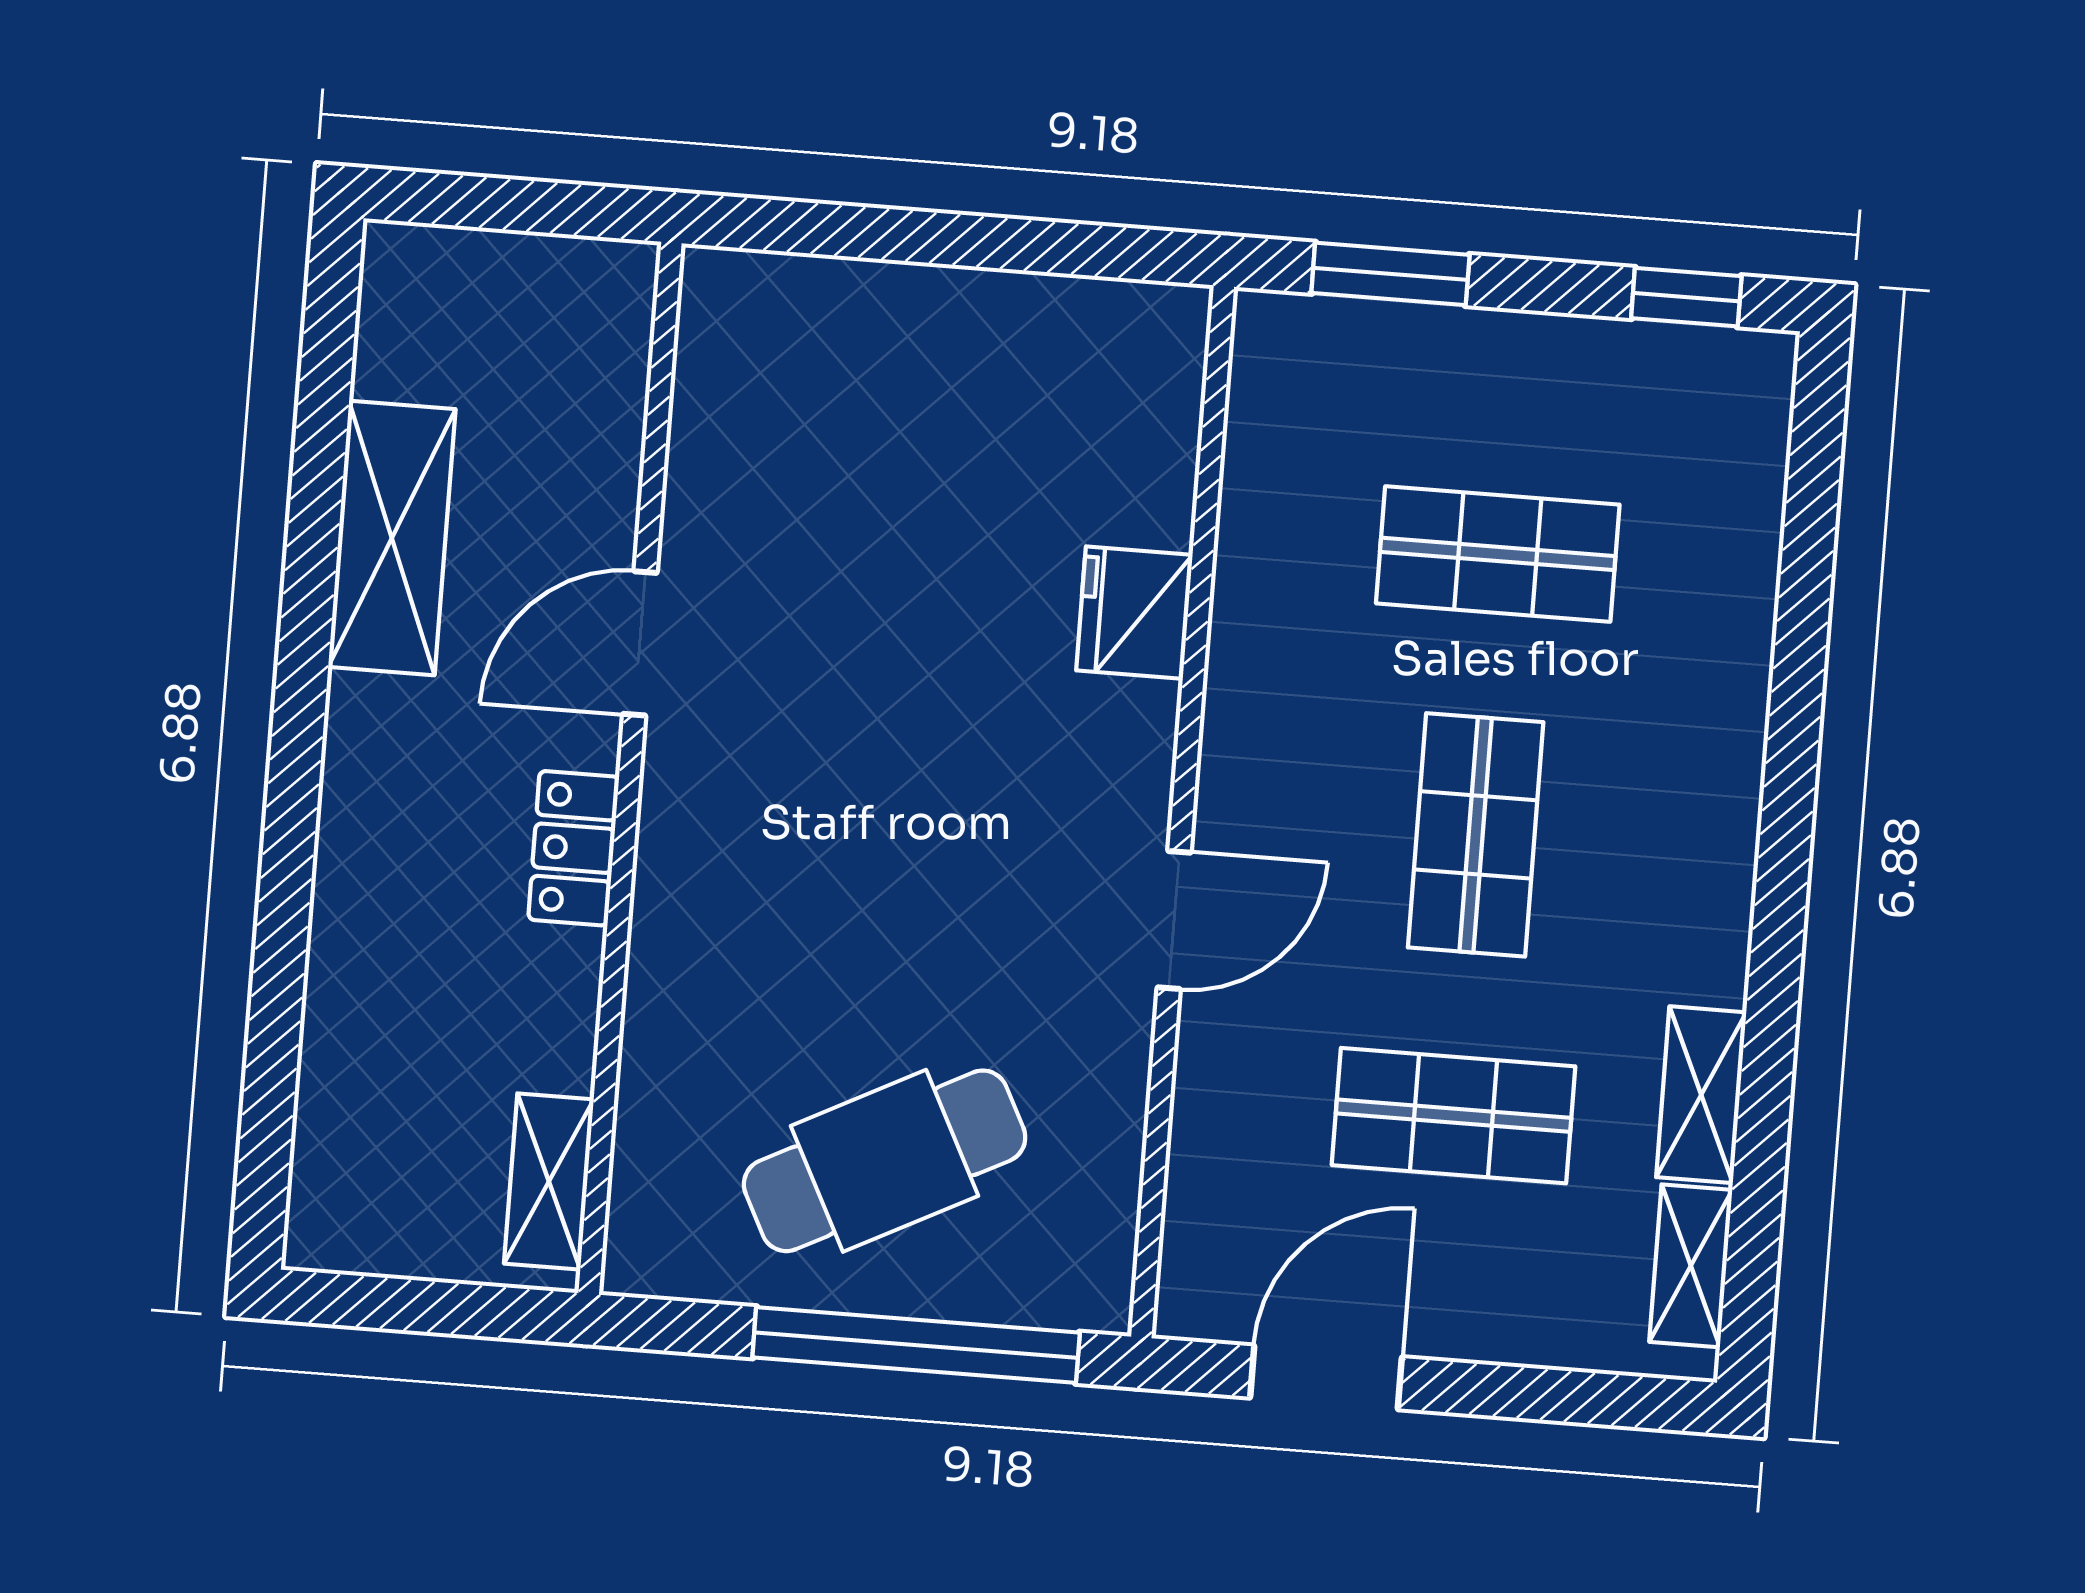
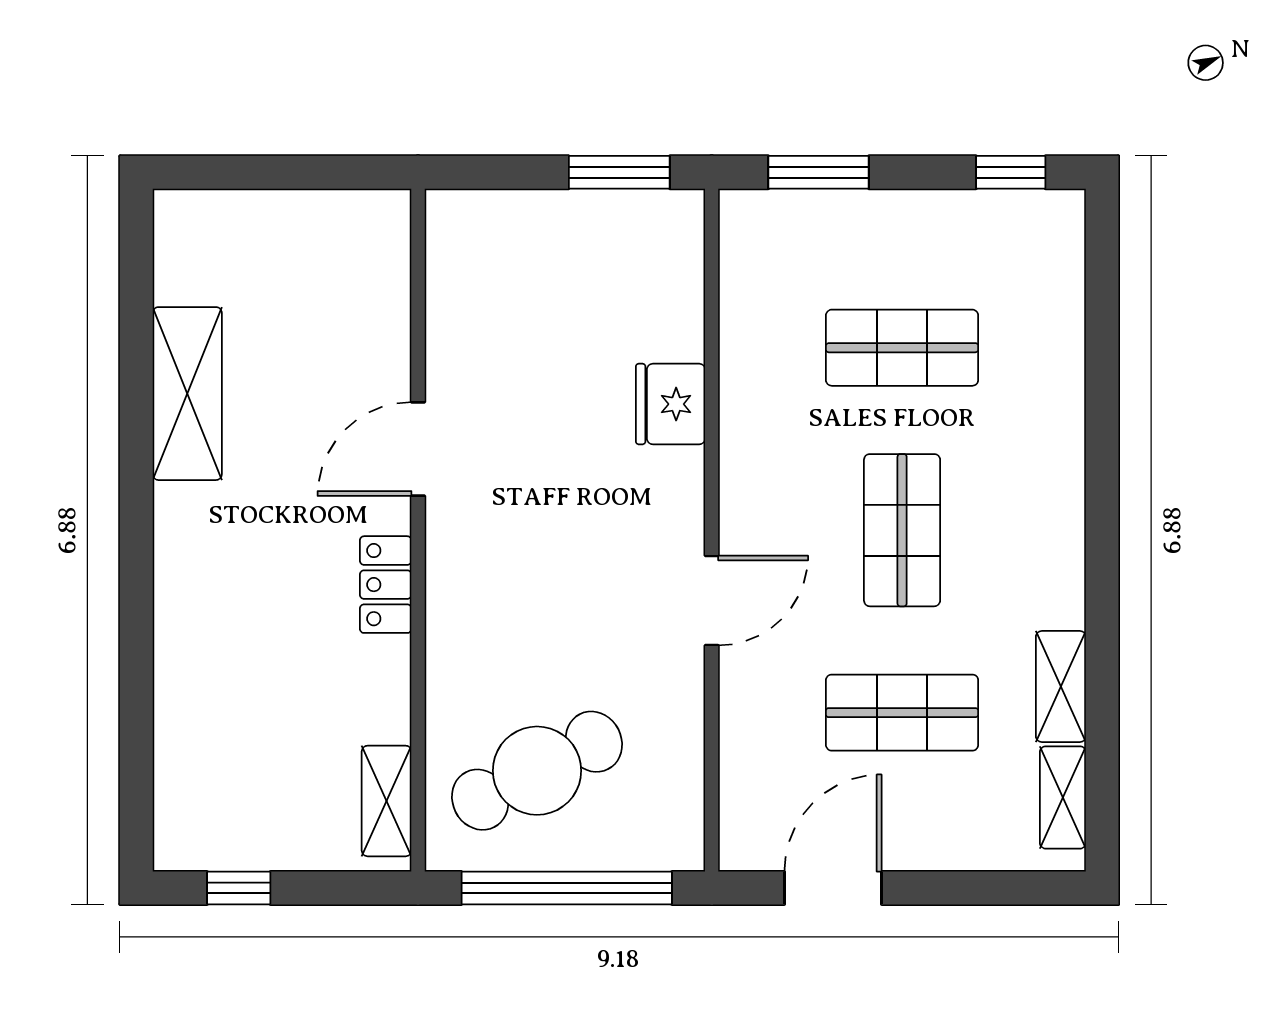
window: (1084, 250) -> (619, 172), added
door: (640, 643) -> (418, 449), moved
wall: (630, 768) -> (418, 530), moved
locker: (574, 848) -> (386, 585), moved
shelving: (549, 1181) -> (387, 801), moved
window: (411, 1305) -> (239, 888), added

